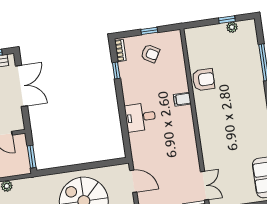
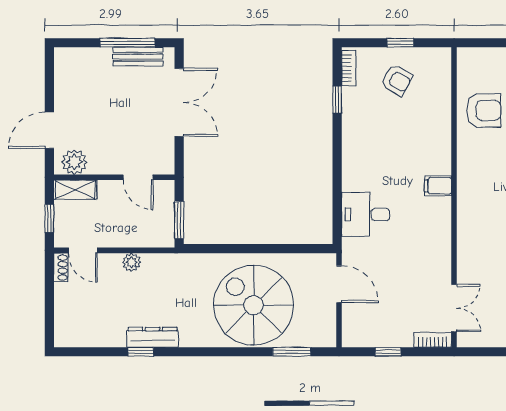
armchair: (203, 80) -> (484, 110), moved
filing cabinet: (182, 99) -> (438, 186), moved
desk: (140, 117) -> (366, 214), moved

